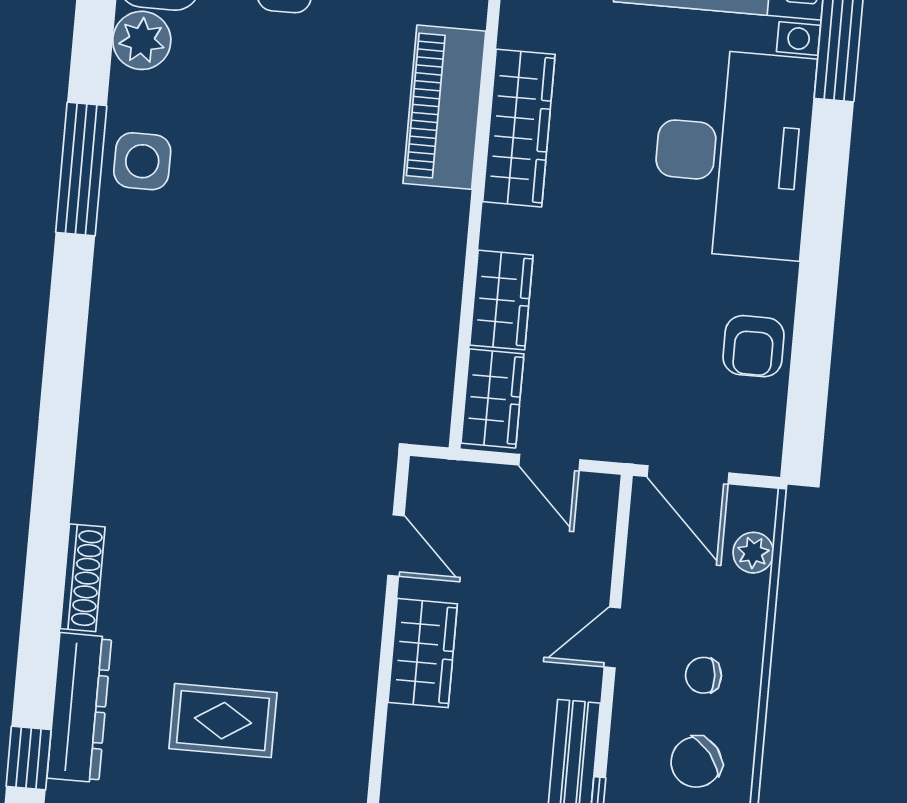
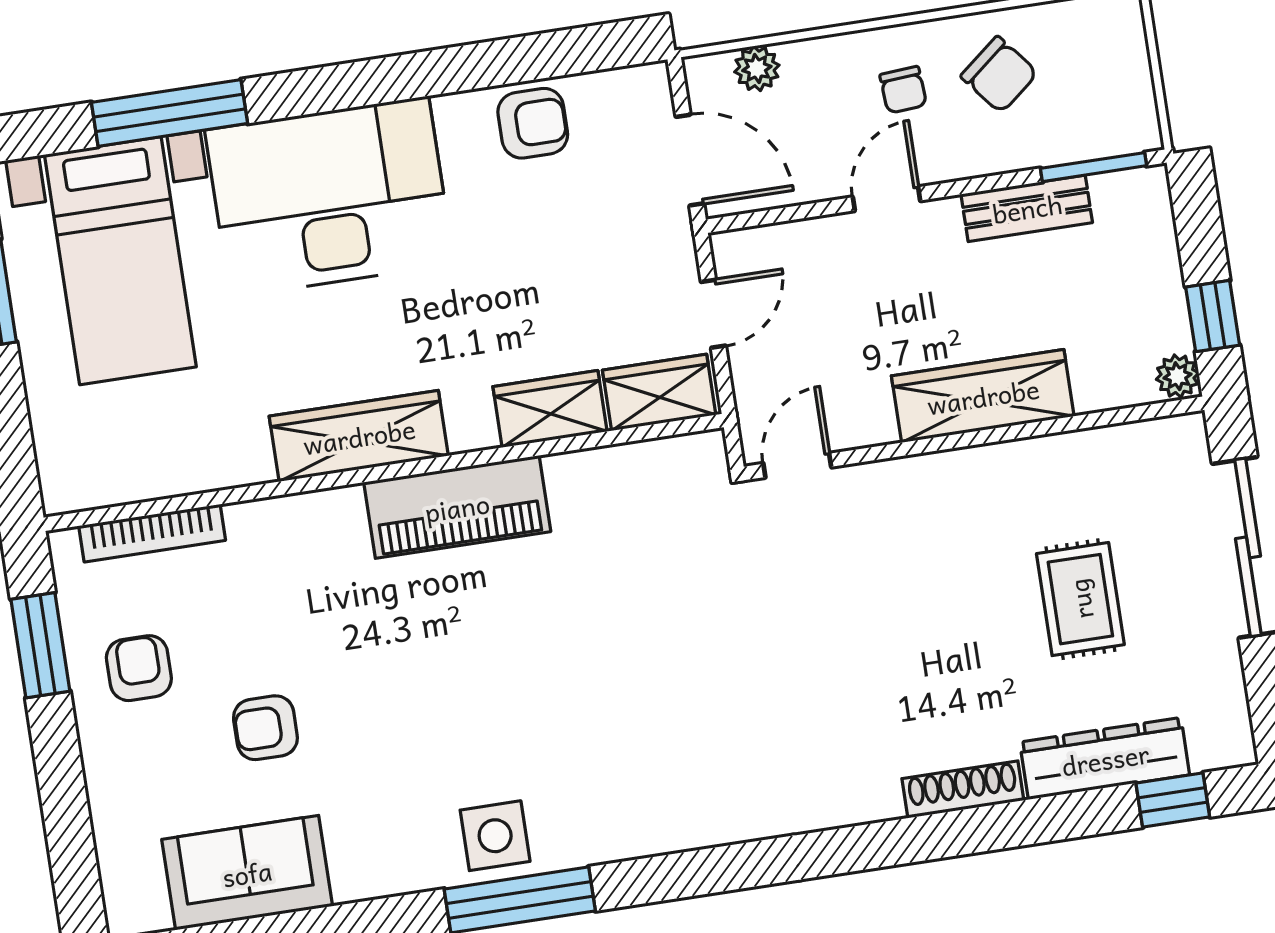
plant: (142, 40) -> (364, 868), removed
piano: (444, 107) -> (457, 507), moved
door: (688, 475) -> (690, 160), hinge flipped
door: (396, 546) -> (797, 465), moved
door: (612, 637) -> (886, 199), swing flipped
wardrobe: (423, 653) -> (983, 396), width x1.50

